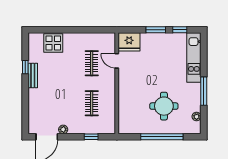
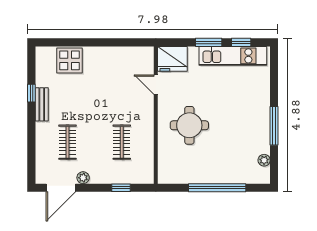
kitchen unit: (194, 58) -> (233, 56), moved, turned -90
clothes rail: (92, 63) -> (68, 142), moved
round table: (164, 106) -> (189, 125), moved

